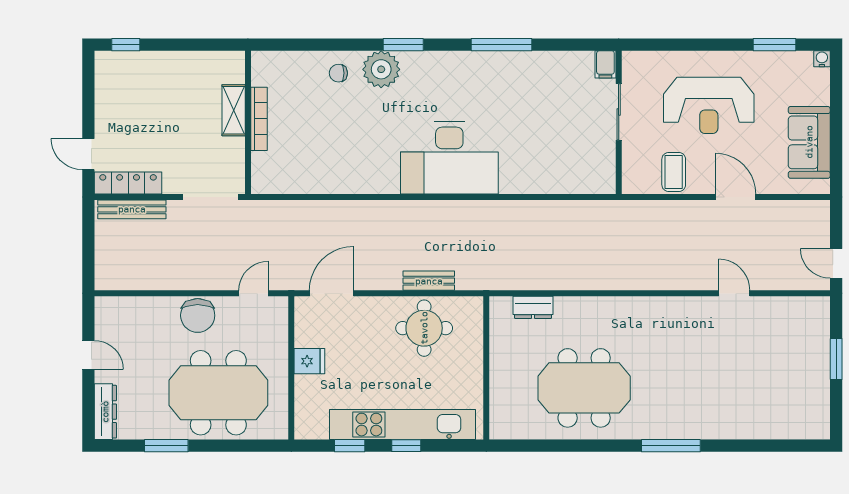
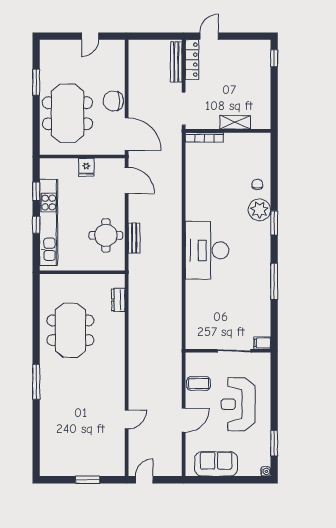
bookcase: (259, 119) -> (204, 137), moved
door: (253, 293) -> (127, 134), width x1.88
dresser: (105, 412) -> (56, 46), removed

